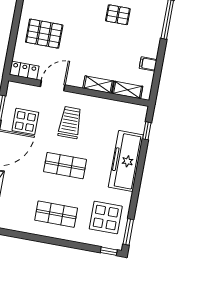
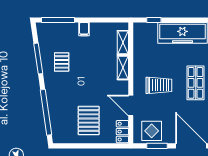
filing cabinet: (148, 64) -> (84, 29), moved
display table: (25, 121) -> (152, 131), moved
trolley: (70, 122) -> (159, 85), turned 180

